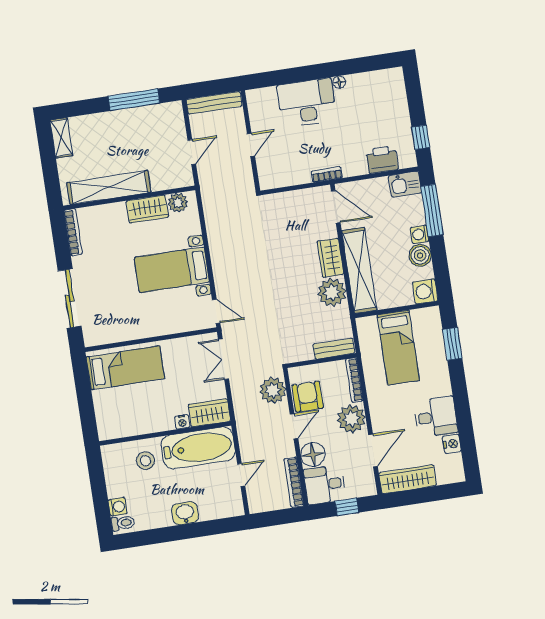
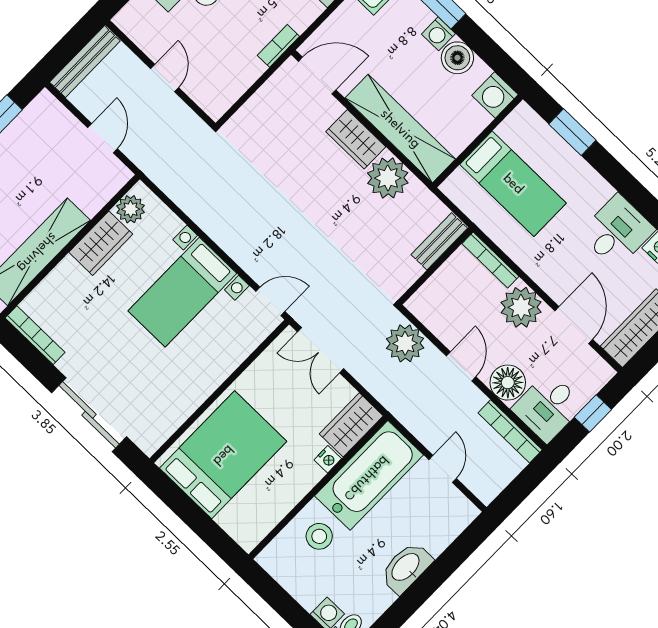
bed: (125, 368) -> (223, 455), width x1.50
armchair: (308, 397) -> (451, 320), removed
washbasin: (185, 513) -> (406, 568), width x1.38

